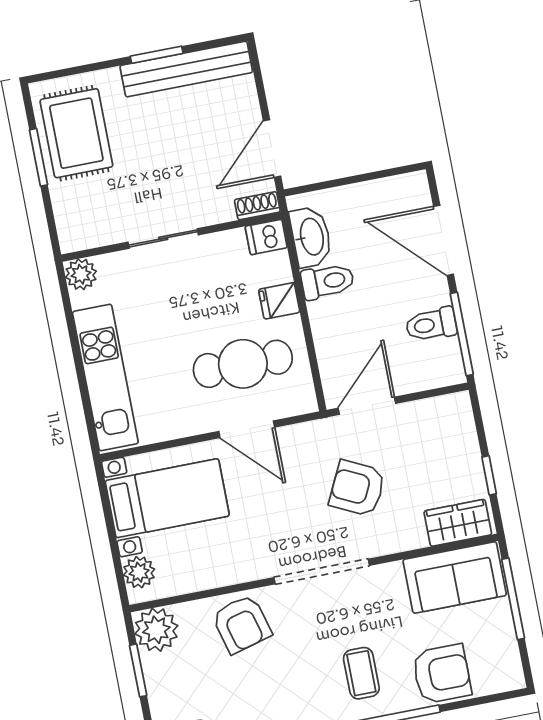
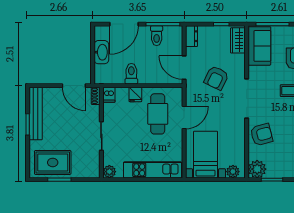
washbasin: (311, 237) -> (101, 52), moved, turned 90
dresser: (446, 409) -> (192, 36), added

